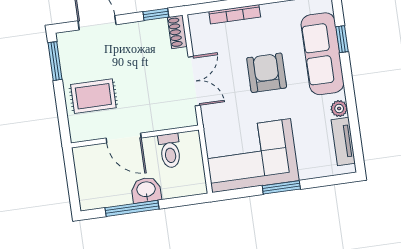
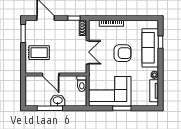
armchair: (267, 73) -> (122, 53), turned 90
toilet: (170, 151) -> (82, 84), moved

